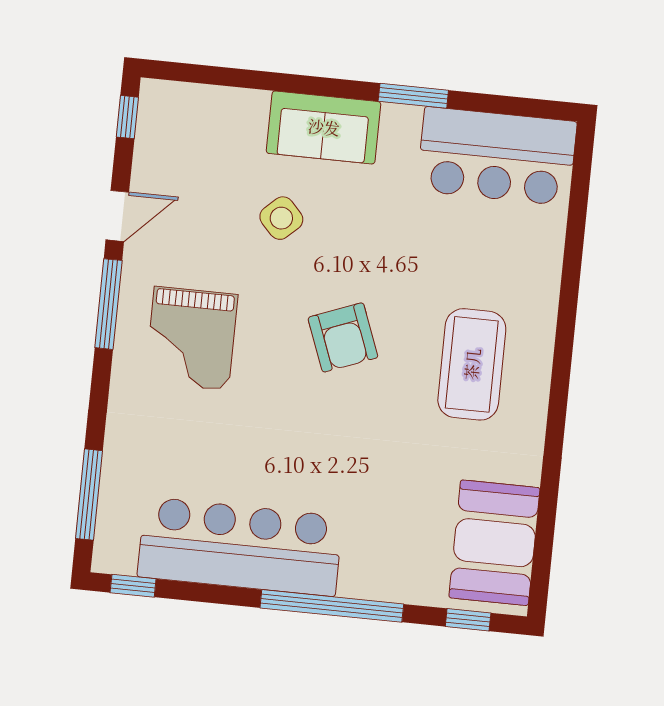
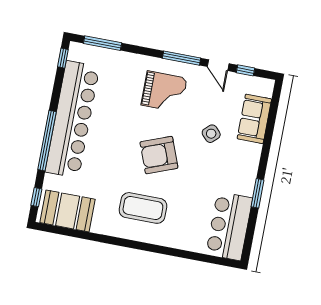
window: (127, 117) -> (246, 70), moved
sofa: (324, 127) -> (254, 119), moved
armchair: (343, 337) -> (159, 155), width x1.36, depth x1.36
grand piano: (191, 338) -> (164, 92), turned 180
bar counter: (240, 547) -> (72, 119), width x1.36

